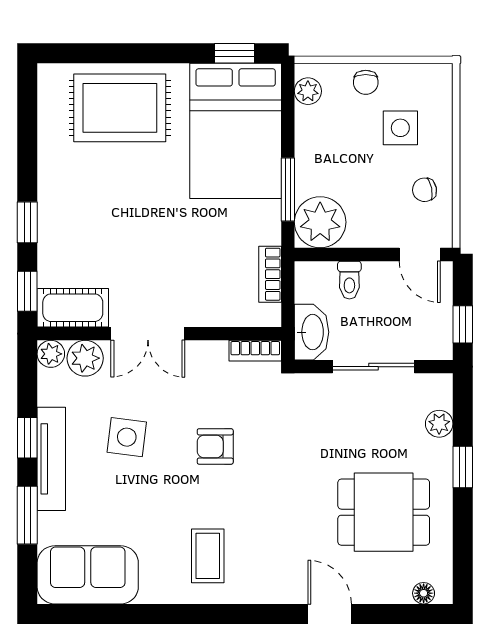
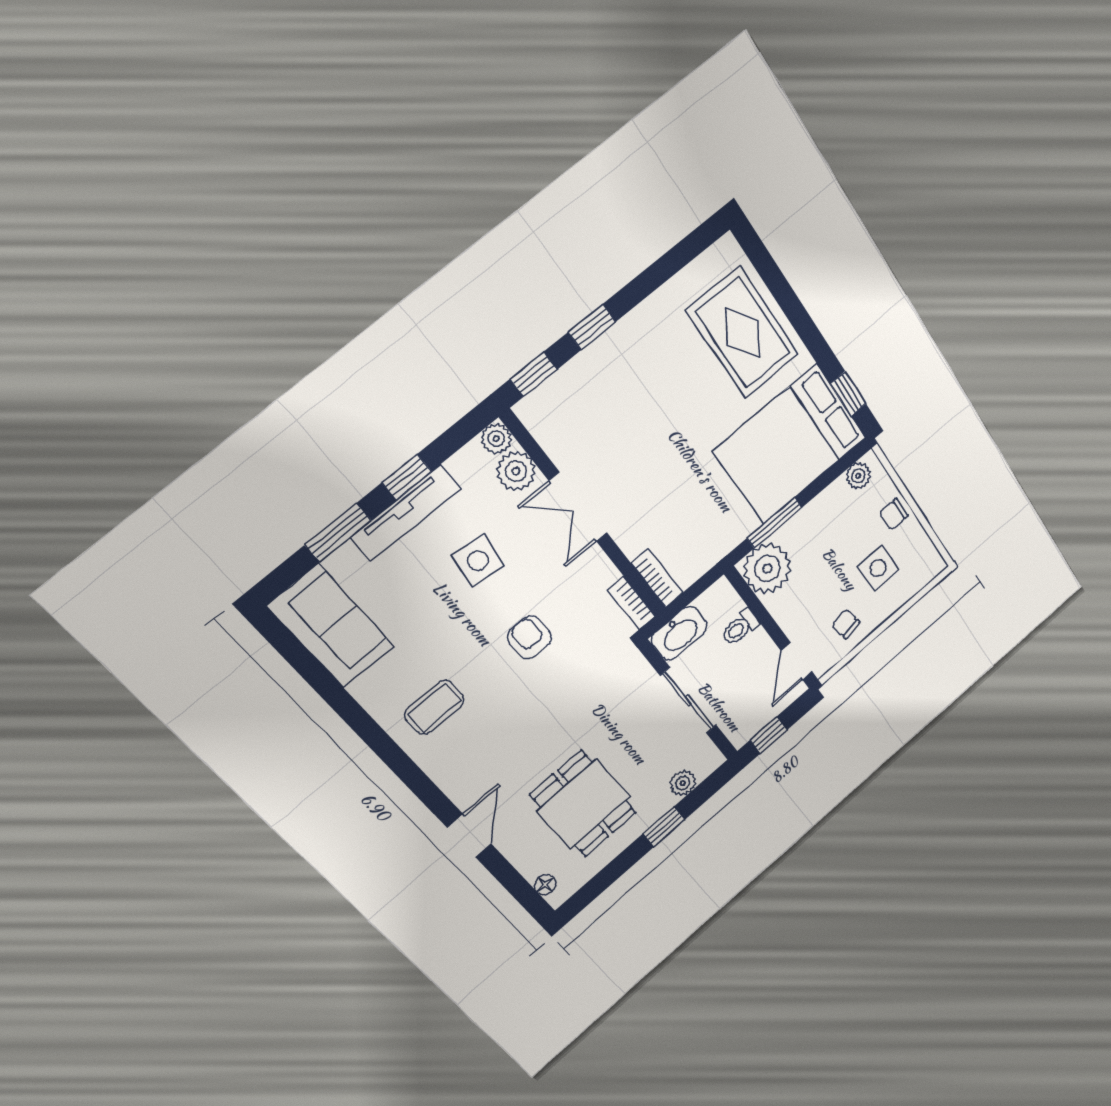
bookcase: (270, 274) -> (657, 578), moved, turned 90
cot: (73, 308) -> (550, 426), removed

